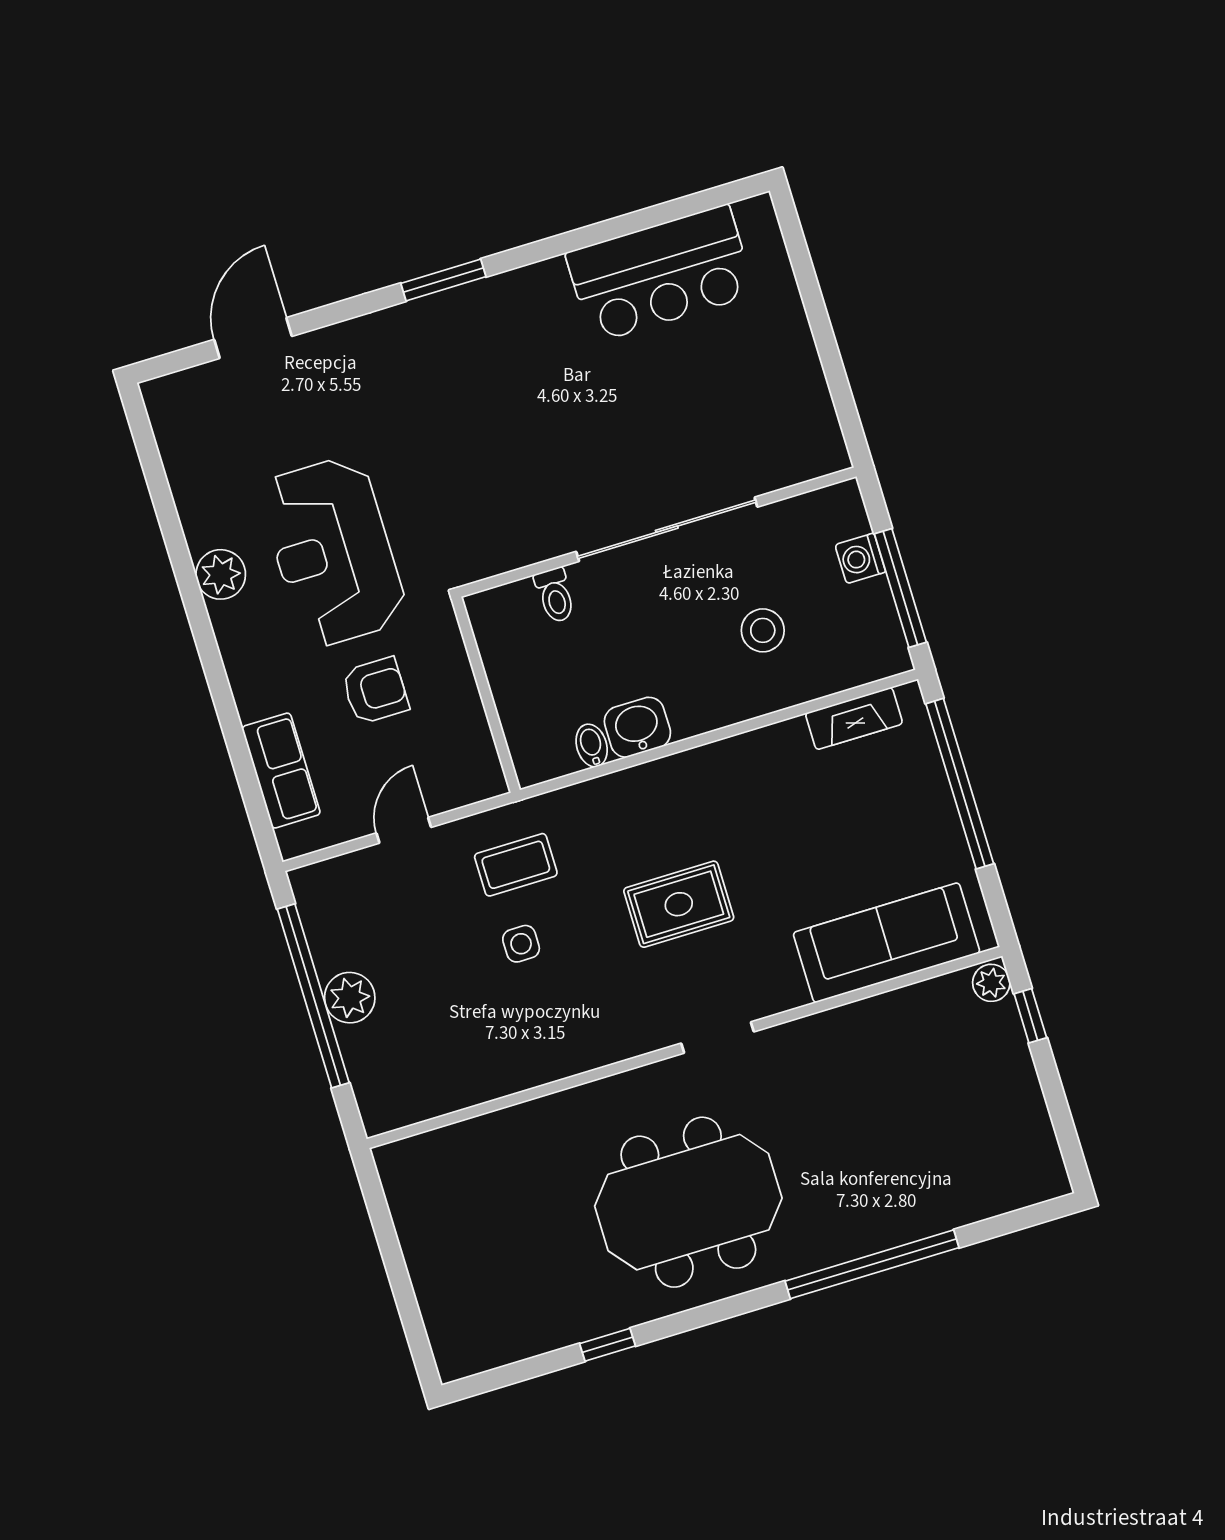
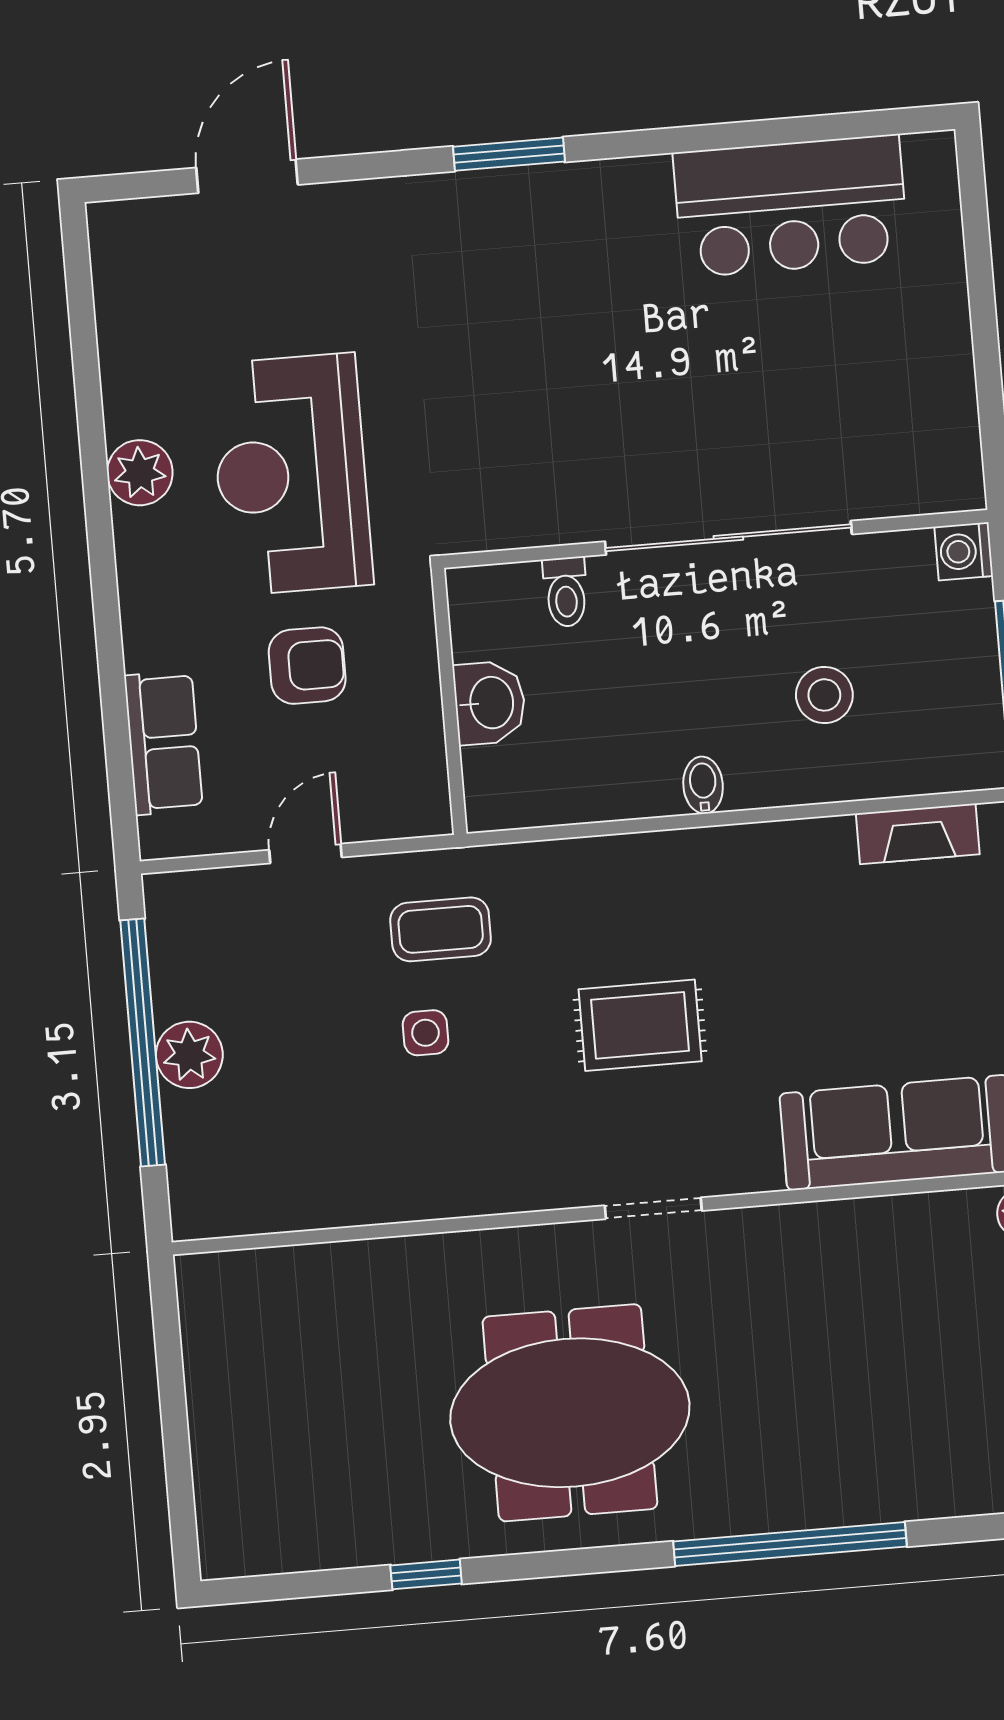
washing machine: (860, 558) -> (964, 551), moved
washbasin: (637, 727) -> (490, 703), moved, turned 90
bidet: (592, 745) -> (703, 785), moved

